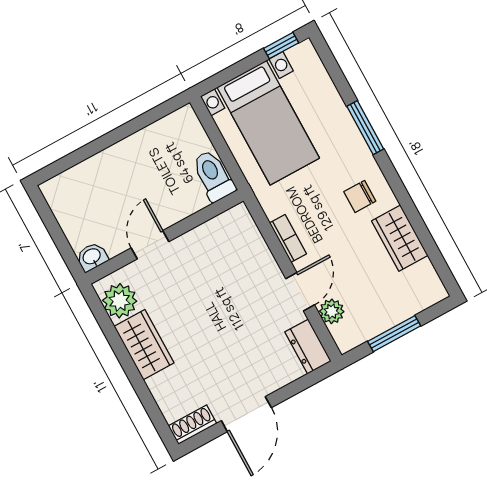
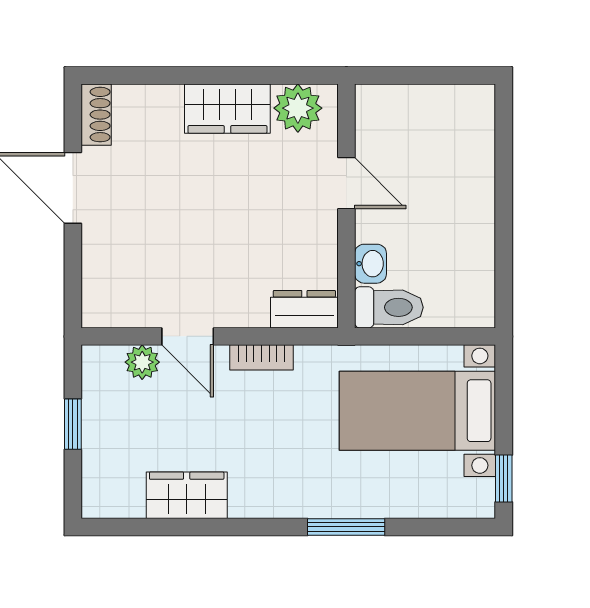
chair: (360, 196) -> (265, 474), removed
washbasin: (92, 257) -> (370, 264), moved
window: (394, 334) -> (73, 424), width x0.67
dresser: (308, 347) -> (304, 309), moved

